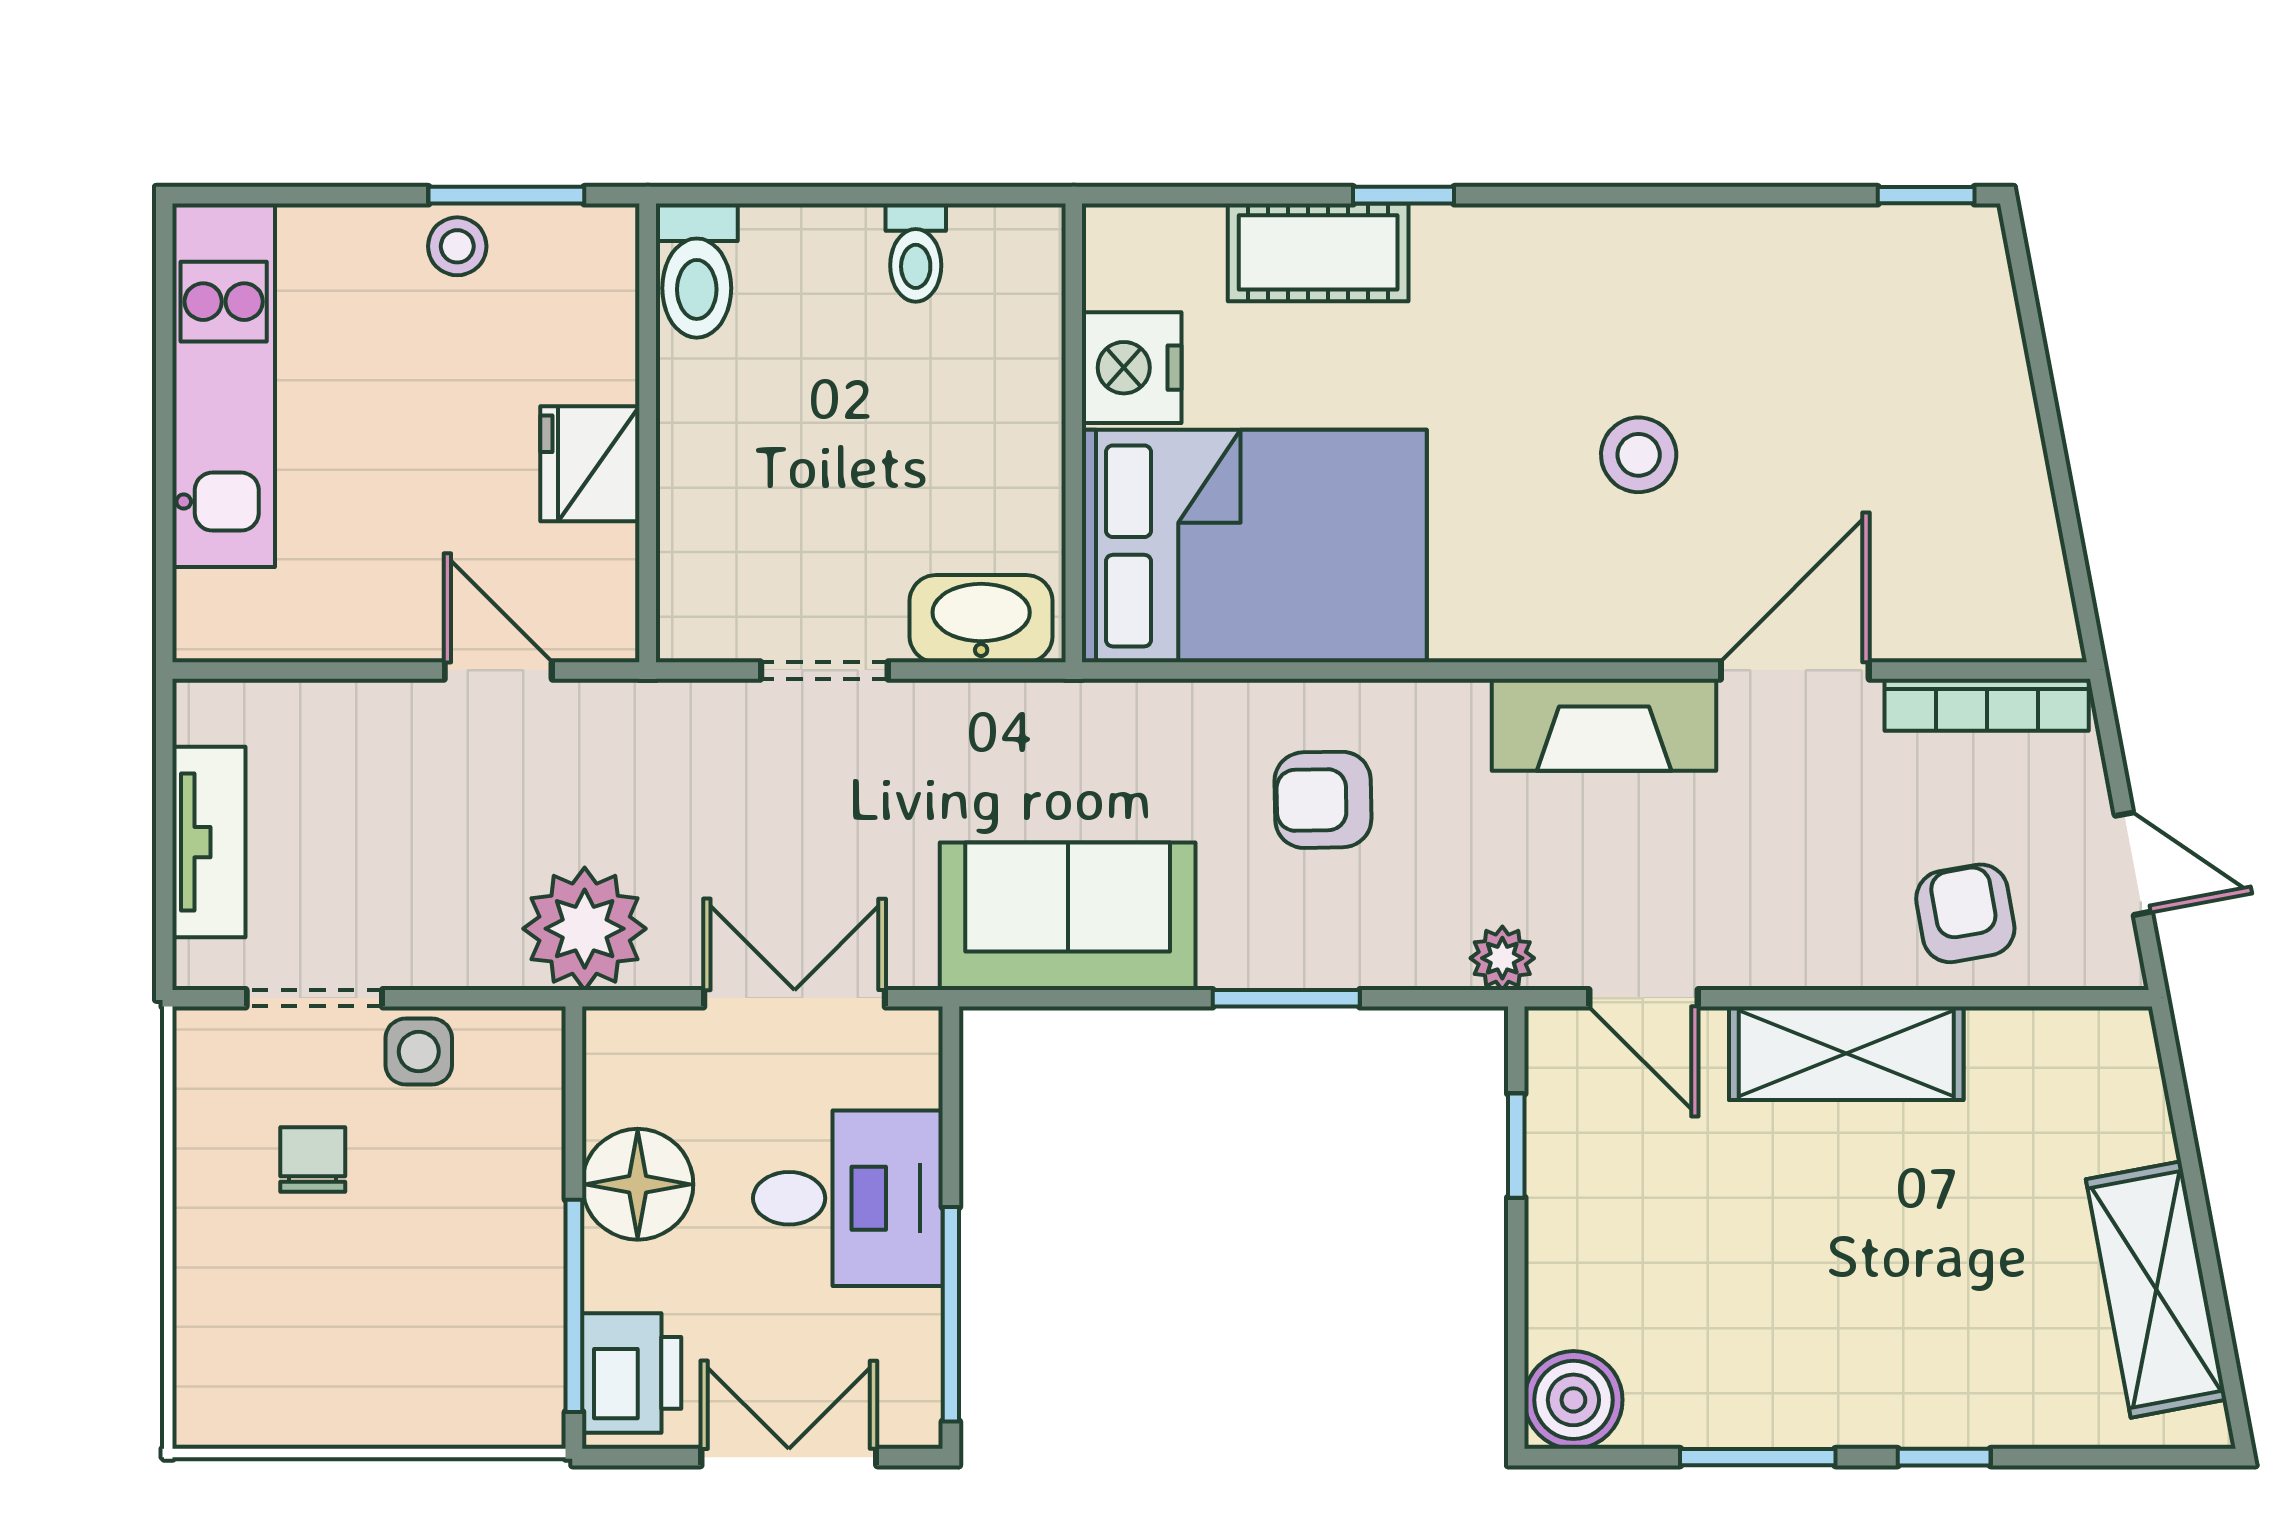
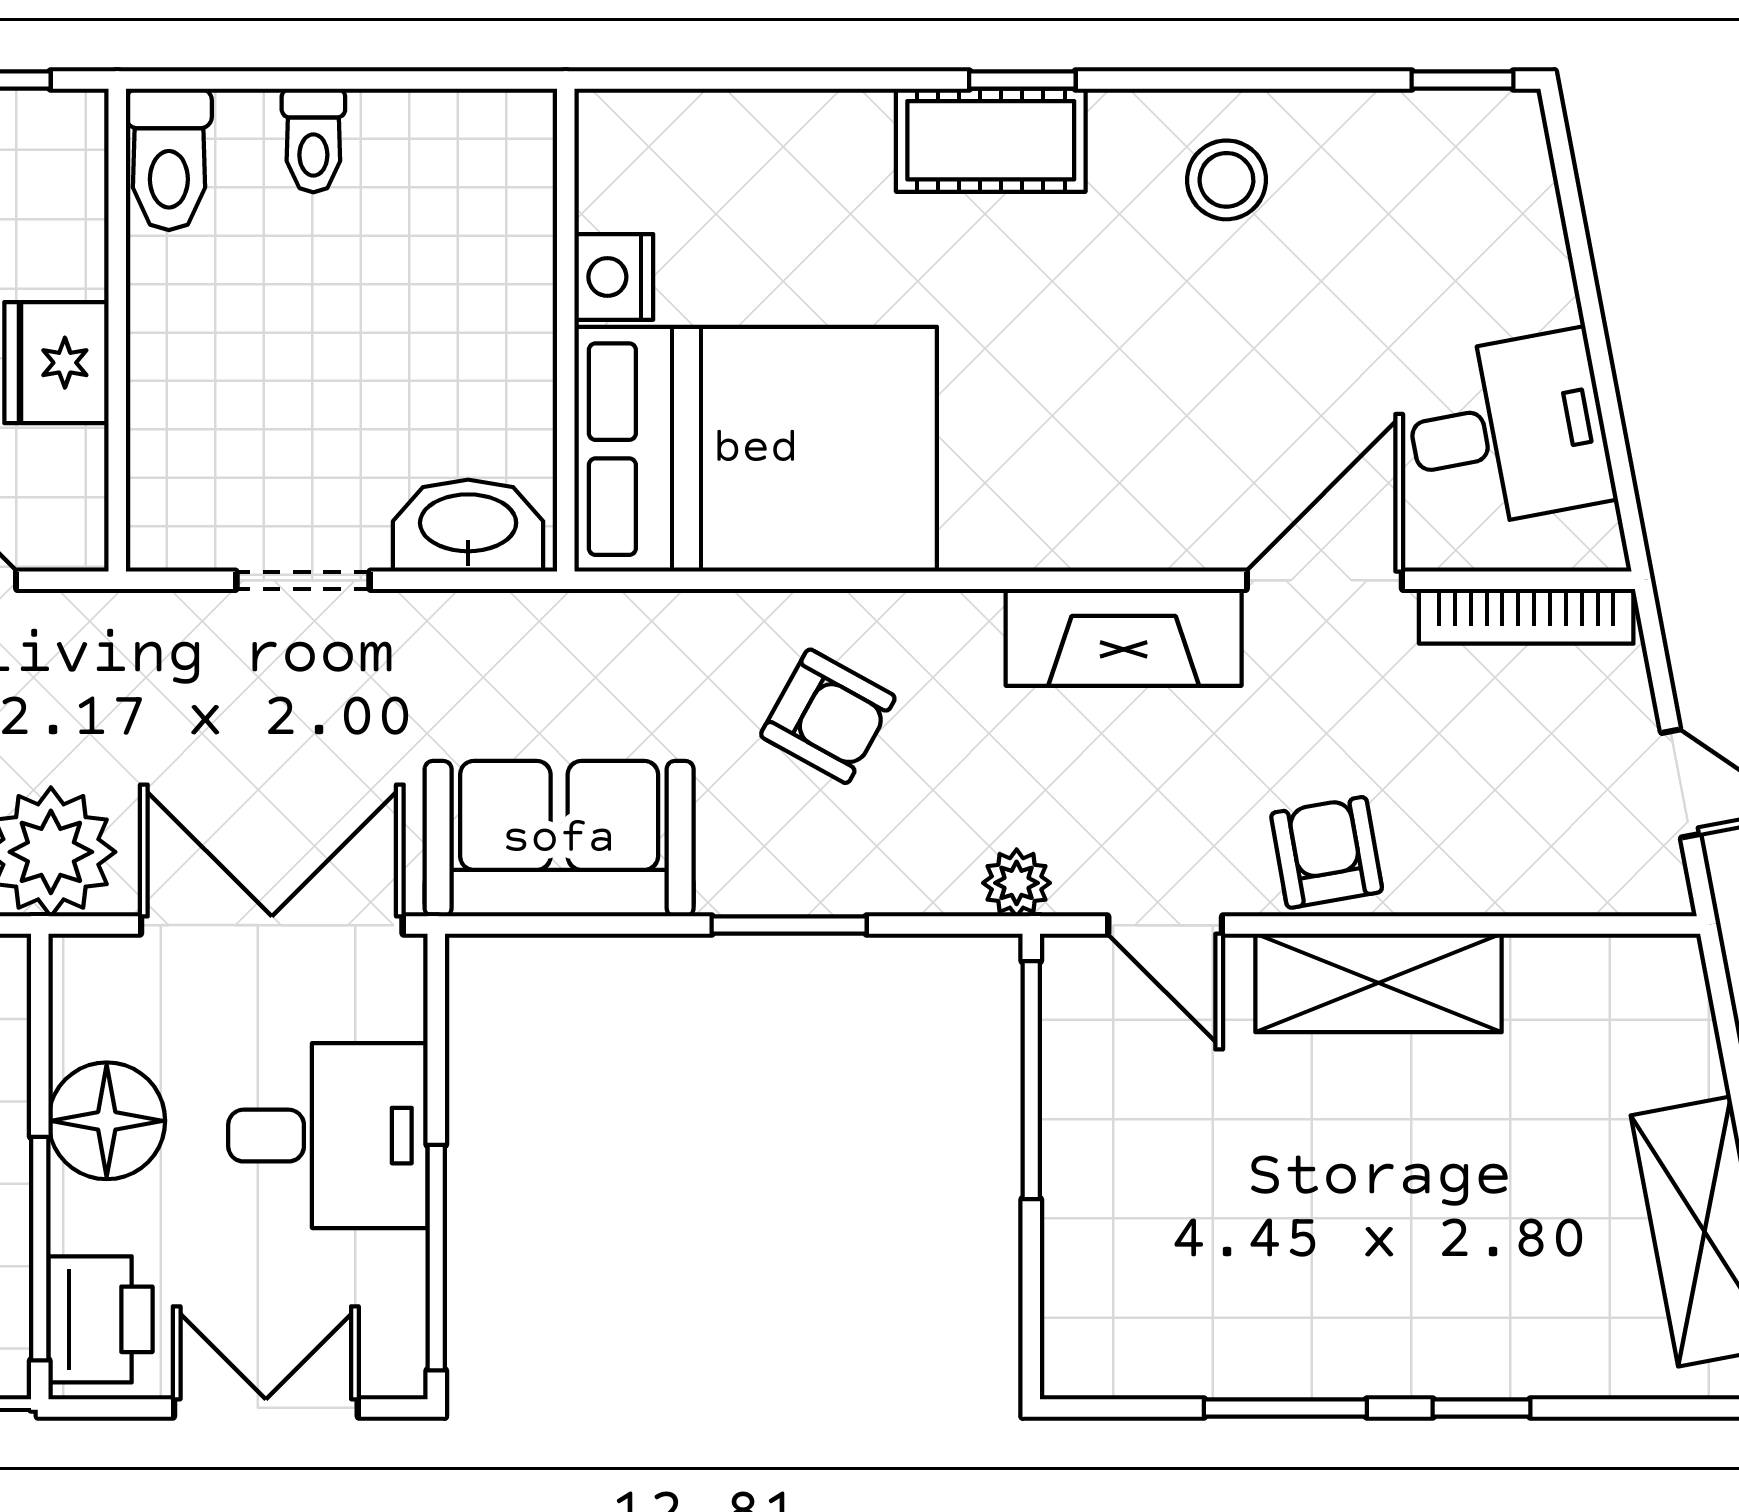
window: (1404, 195) -> (1022, 80), moved
cot: (1318, 252) -> (991, 140), moved
toilet: (916, 253) -> (313, 140), moved
nightstand: (1132, 368) -> (614, 277), width x0.74, depth x0.75
stool: (1639, 455) -> (1226, 180), moved
desk: (1969, 528) -> (1508, 430), added
armchair: (1323, 800) -> (828, 716), turned -150
armchair: (1965, 913) -> (1327, 852), moved
double door: (795, 998) -> (272, 925), width x1.37
window: (1516, 1146) -> (1031, 1080), width x2.17
boiler: (1573, 1400) -> (1091, 1348), removed

